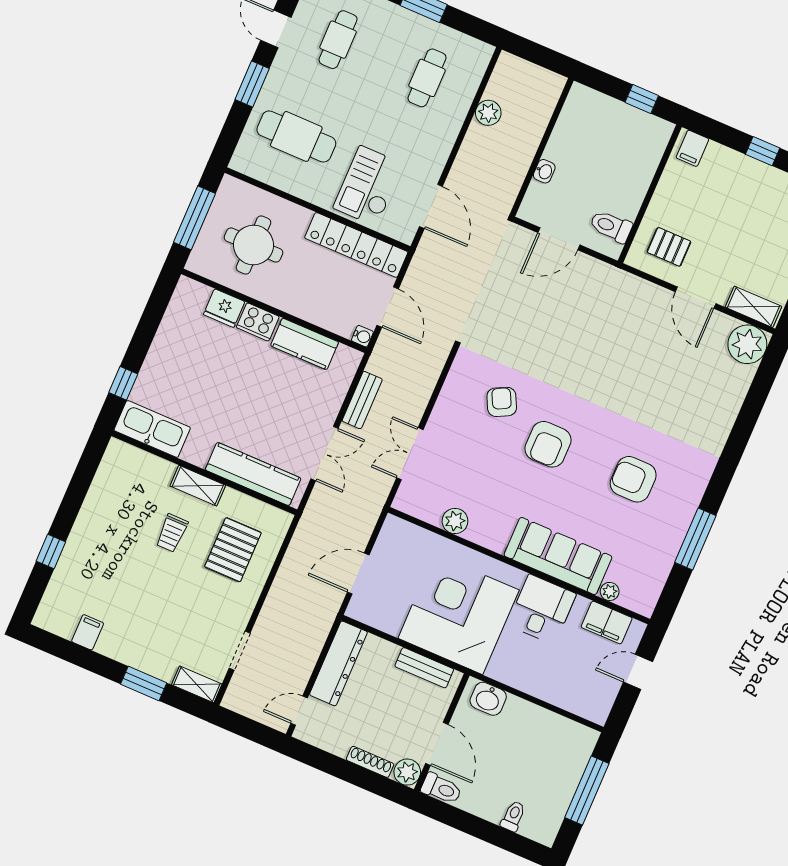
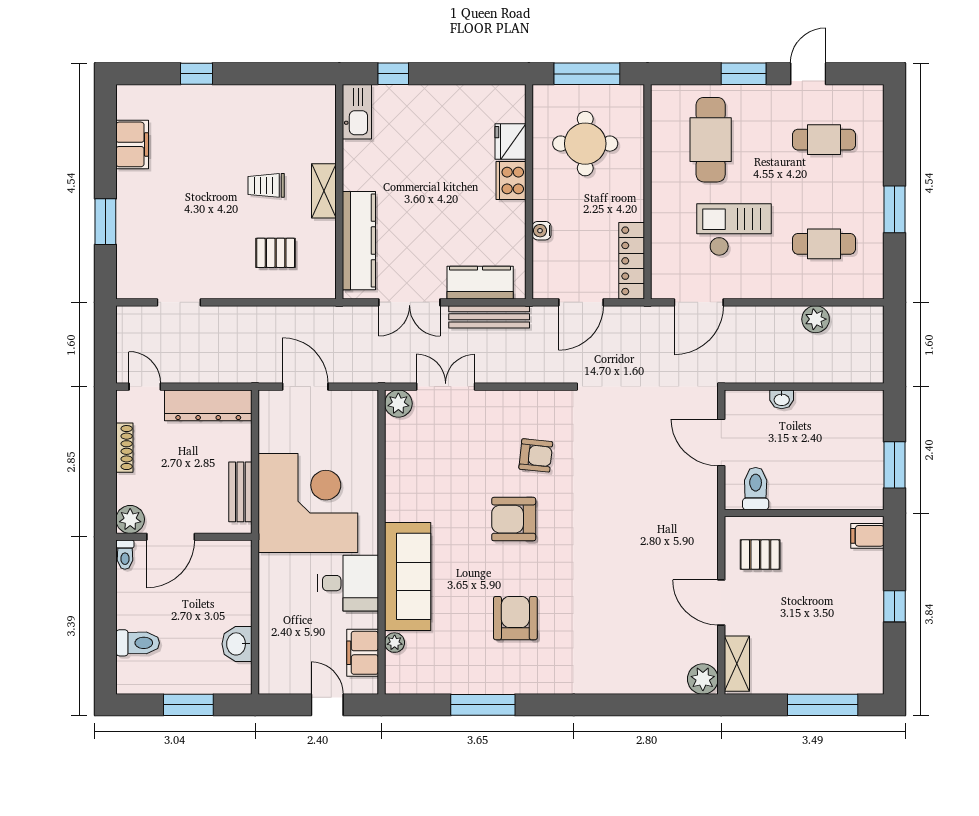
window: (642, 99) -> (895, 465), width x1.50
checkout: (368, 186) -> (734, 230), moved
locker: (356, 245) -> (632, 261), width x0.71, depth x0.83
pallet: (669, 247) -> (760, 555), turned 90
door: (696, 298) -> (721, 602), hinge flipped
water cooler: (362, 336) -> (542, 231), moved, turned 90
kitchen counter: (305, 344) -> (480, 283), moved, turned 90
plant: (747, 344) -> (703, 679), width x0.73, depth x0.73
bench: (362, 400) -> (489, 317), width x1.36
armchair: (502, 402) -> (536, 455), turned 33
kitchen sink: (152, 429) -> (357, 112), width x0.73, depth x0.81
plant: (455, 521) -> (398, 404), moved
pallet: (233, 550) -> (276, 253), width x0.67, depth x0.71
filing cabinet: (88, 632) -> (132, 144), width x2.00
shelving: (197, 684) -> (127, 274), removed
washbasin: (488, 699) -> (237, 644), moved
shoe rack: (370, 762) -> (124, 448), moved
toilet: (441, 789) -> (125, 555), width x0.73, depth x0.72
window: (587, 790) -> (188, 705), width x0.69
toilet: (513, 816) -> (138, 643), width x1.37, depth x1.39

